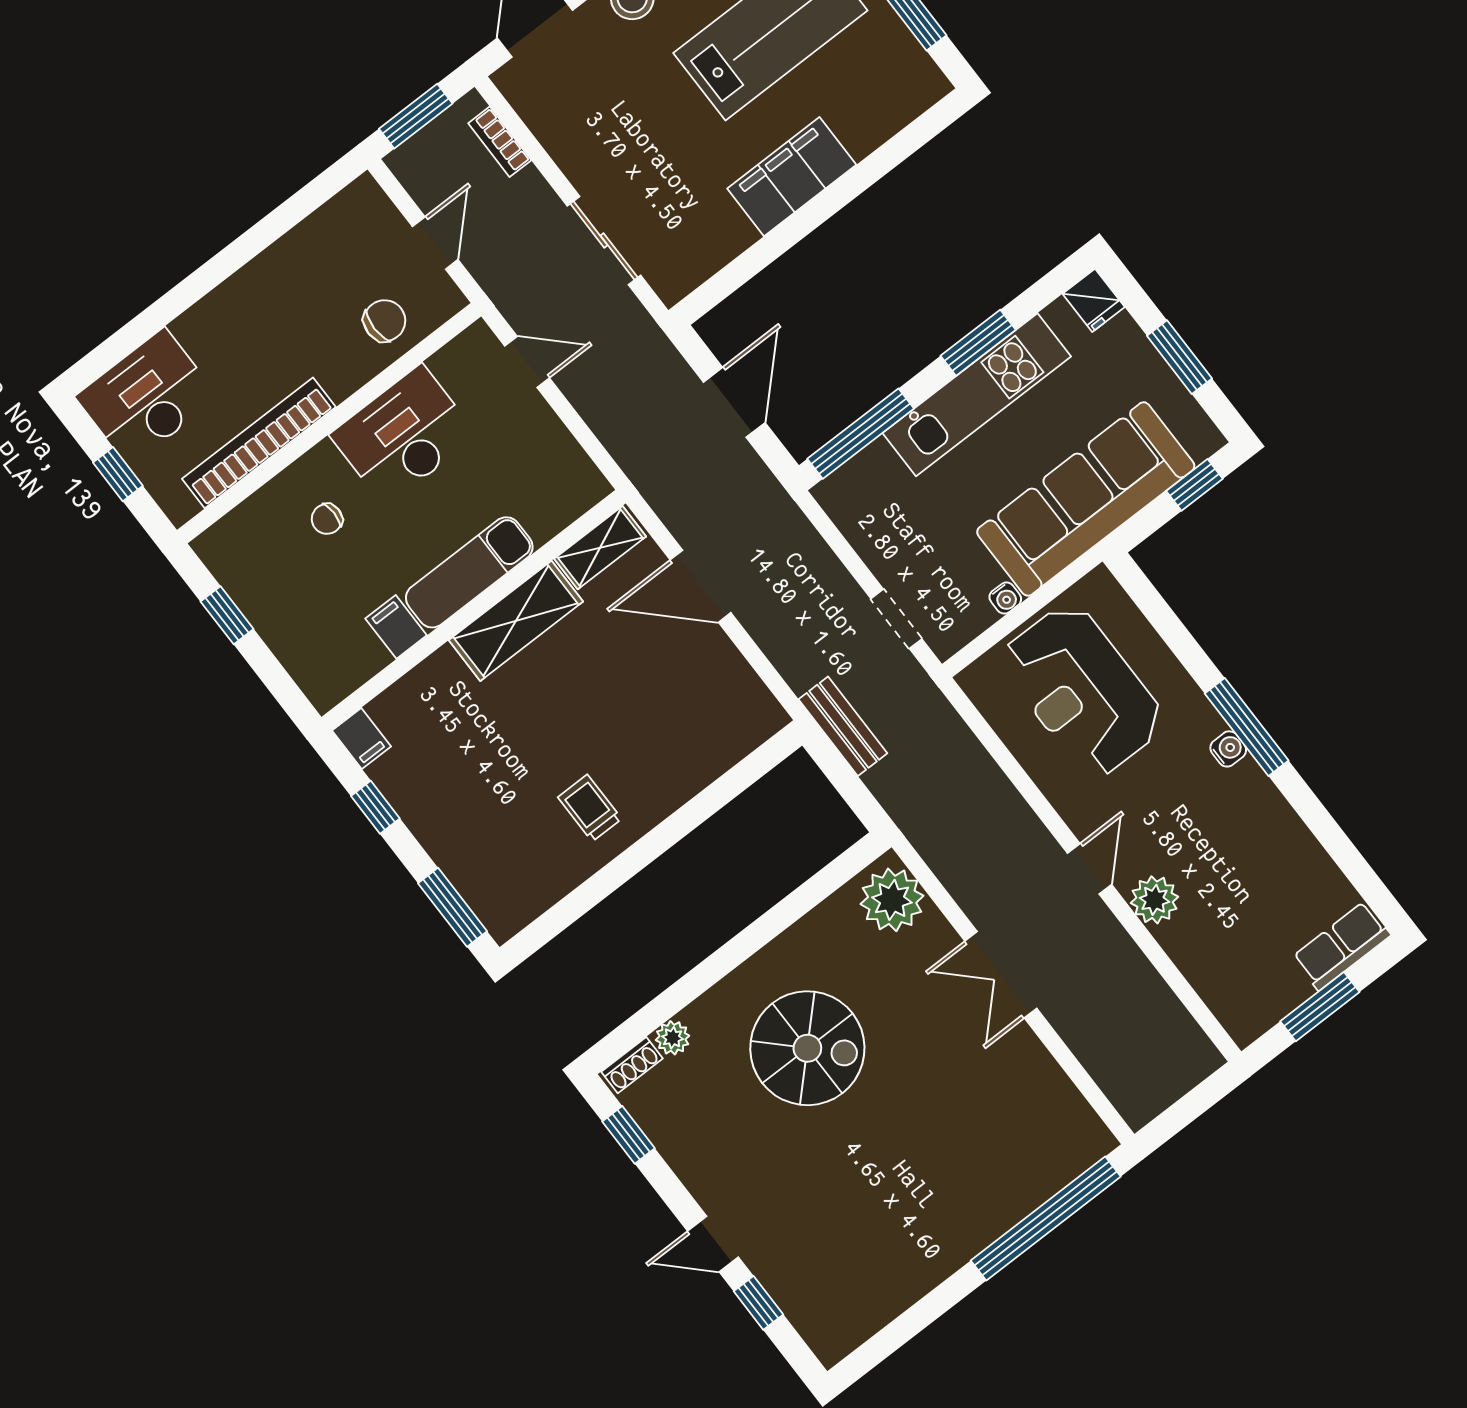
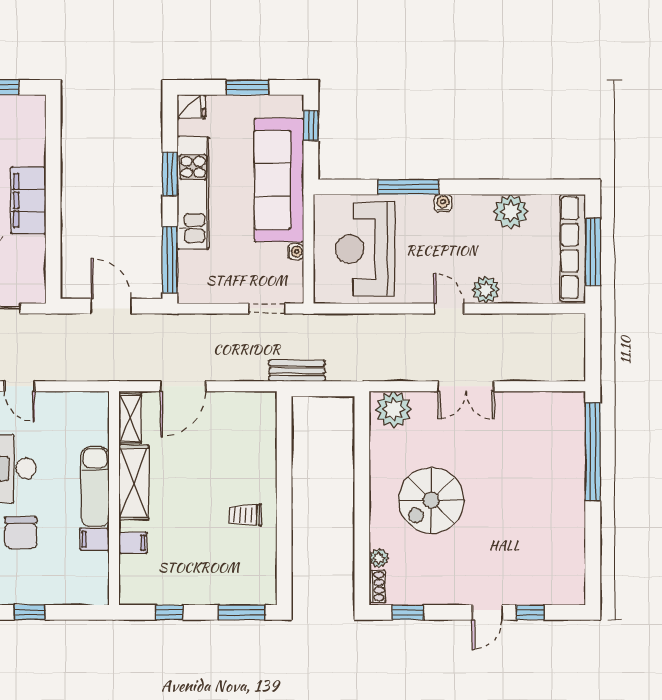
door: (527, 362) -> (20, 386), swing flipped
chair: (327, 519) -> (21, 533), width x1.87, depth x1.87
reception desk: (1082, 690) -> (365, 249), turned 90
window: (1247, 727) -> (408, 187), moved
filing cabinet: (361, 738) -> (133, 543), moved
plant: (1288, 851) -> (511, 212), added
row of seats: (1342, 946) -> (573, 248), width x2.02
window: (1320, 1007) -> (593, 252), width x1.44
spiral stairs: (807, 1048) -> (431, 500), turned 180

